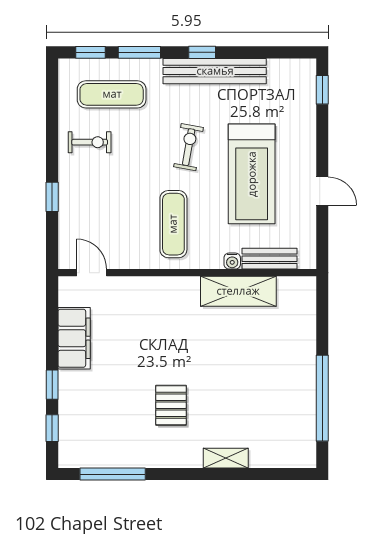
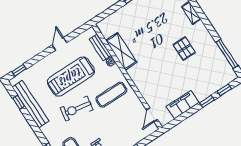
window: (202, 52) -> (19, 102), moved
bench: (215, 71) -> (30, 104), moved
exercise bike: (189, 147) -> (77, 109), width x1.38, depth x1.39
treadmill: (252, 174) -> (71, 77), turned 180
pallet: (171, 405) -> (184, 49), turned 90

